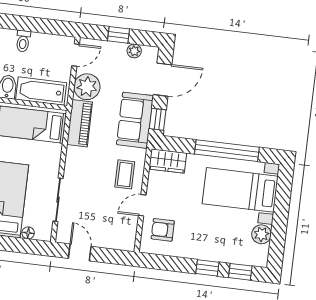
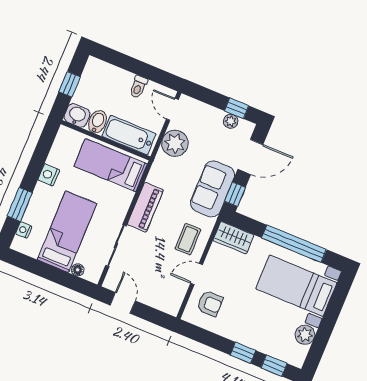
window: (118, 35) -> (237, 108), moved
toilet: (23, 41) -> (138, 87), moved
door: (76, 55) -> (172, 109), swing flipped
piano: (80, 123) -> (145, 207), moved
armchair: (163, 230) -> (210, 303), turned 180

